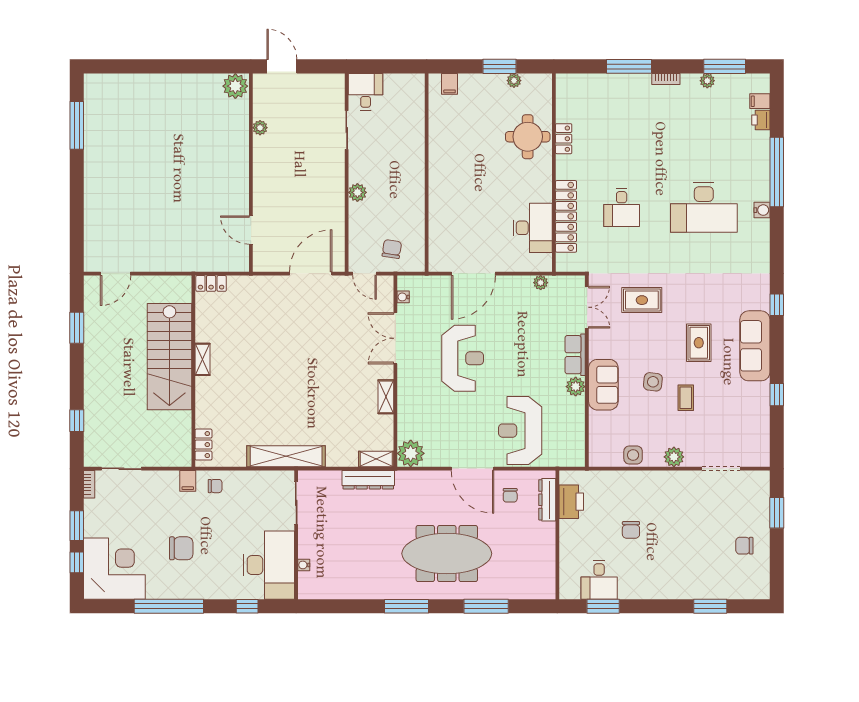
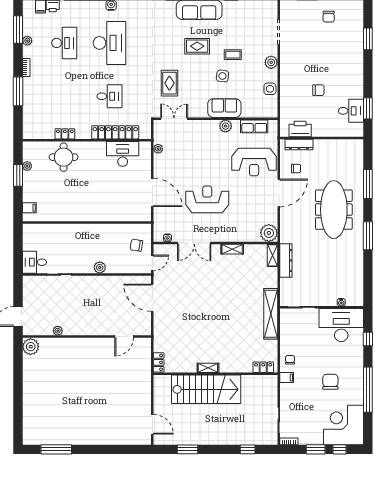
desk: (704, 138) -> (64, 43), added
row of seats: (575, 355) -> (254, 126), moved

